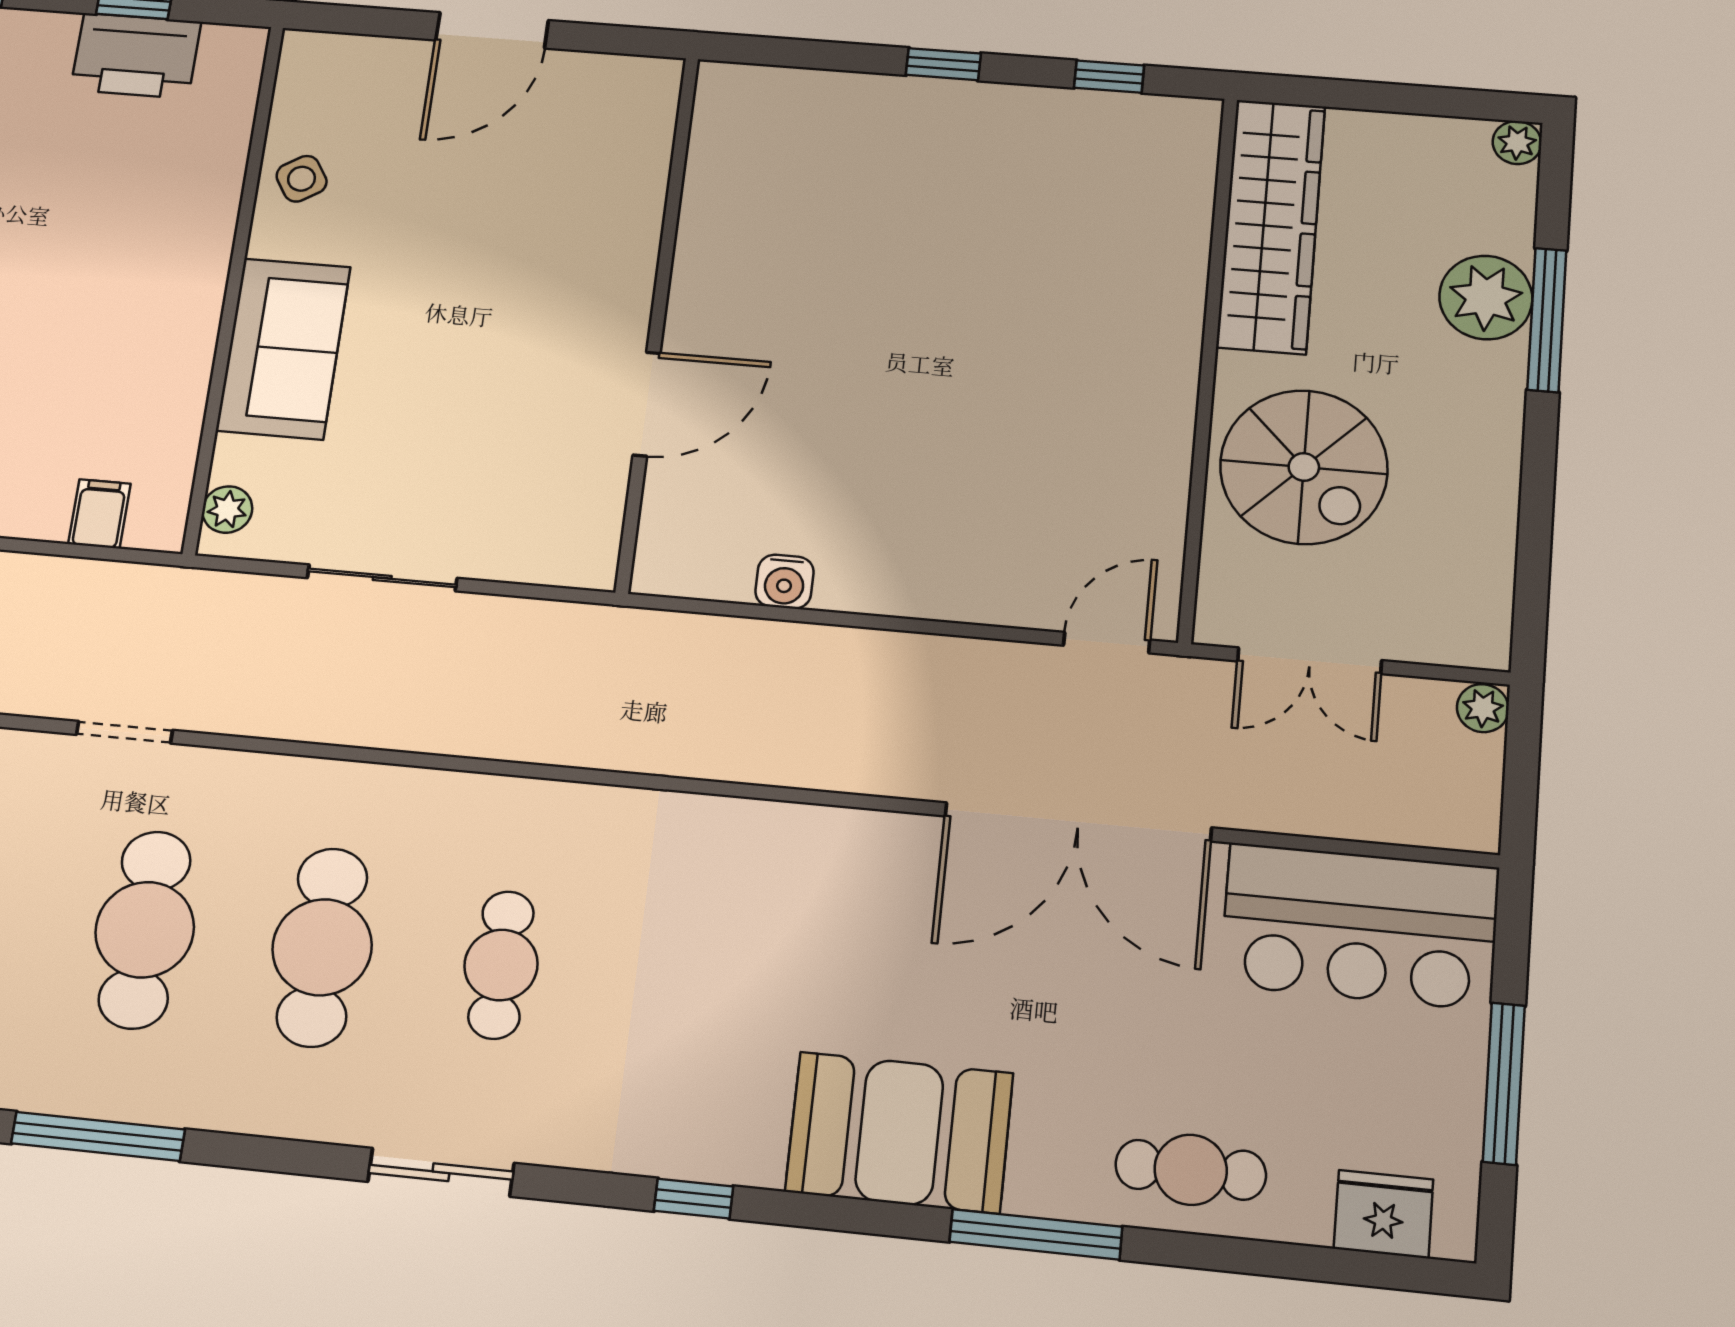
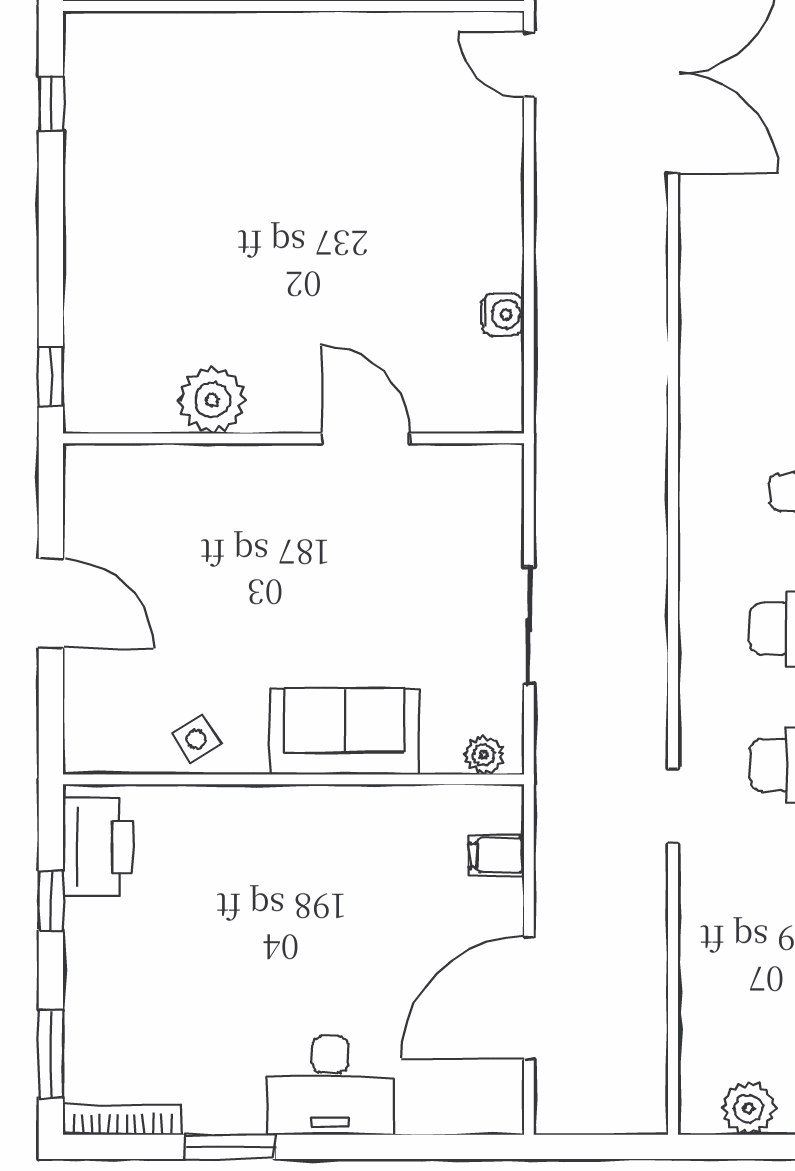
printer: (136, 56) -> (98, 847), moved
window: (943, 64) -> (51, 377), moved
plant: (718, 230) -> (212, 400), added

